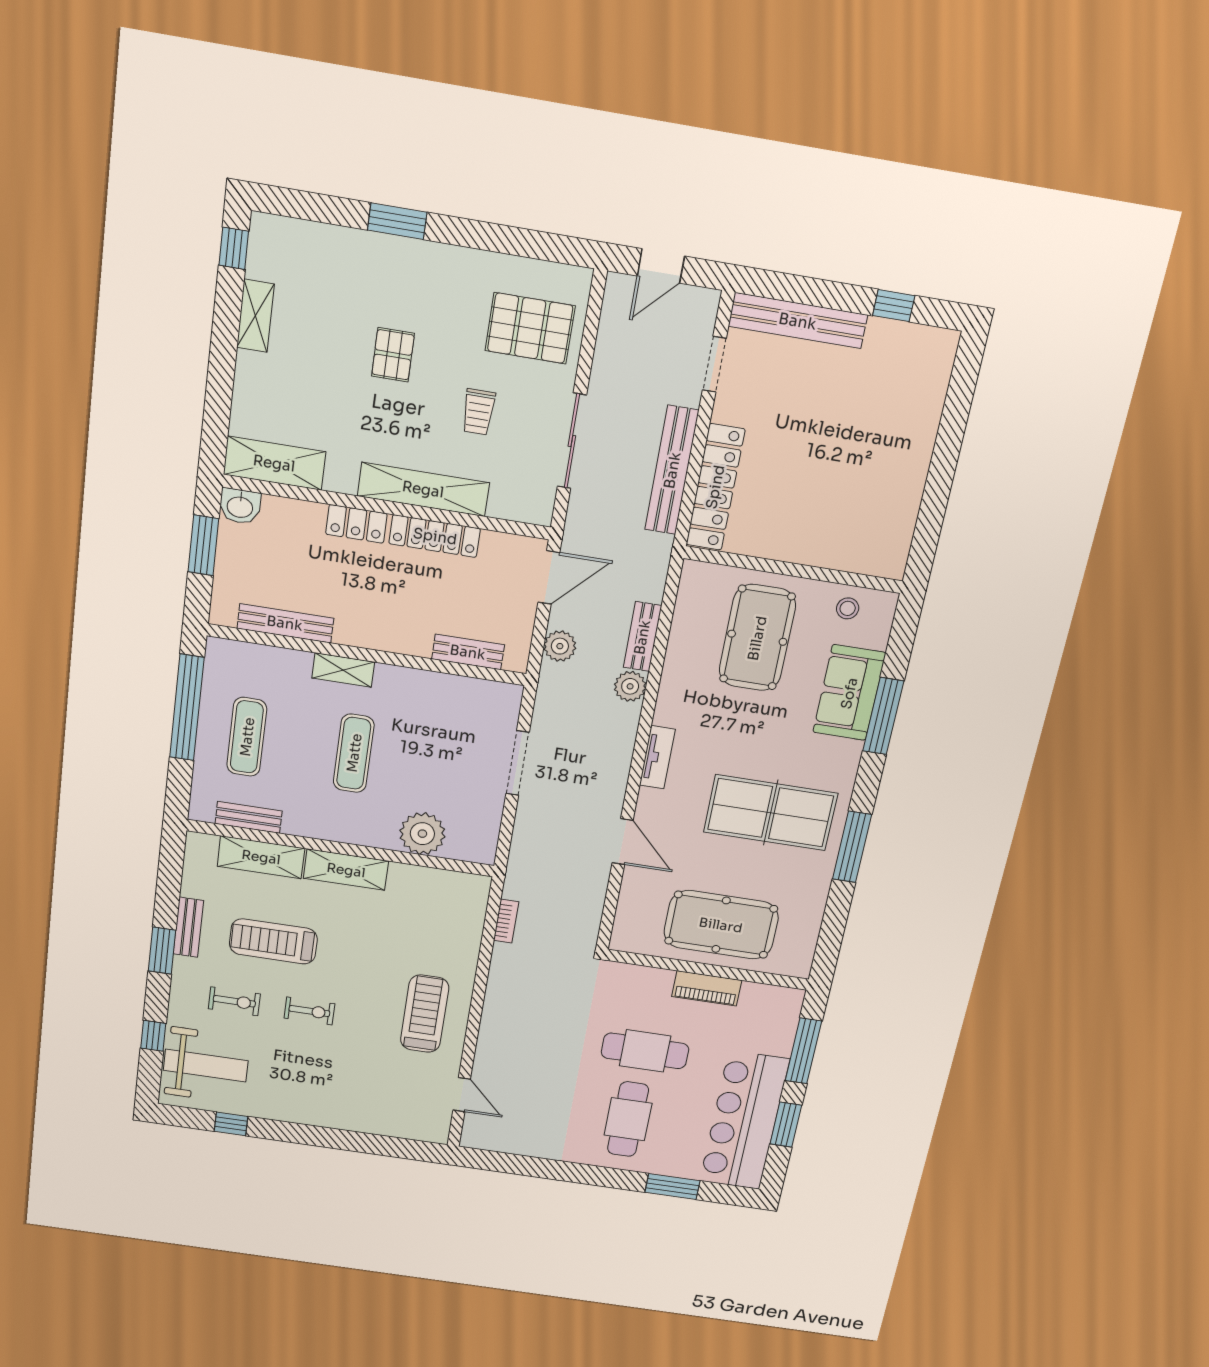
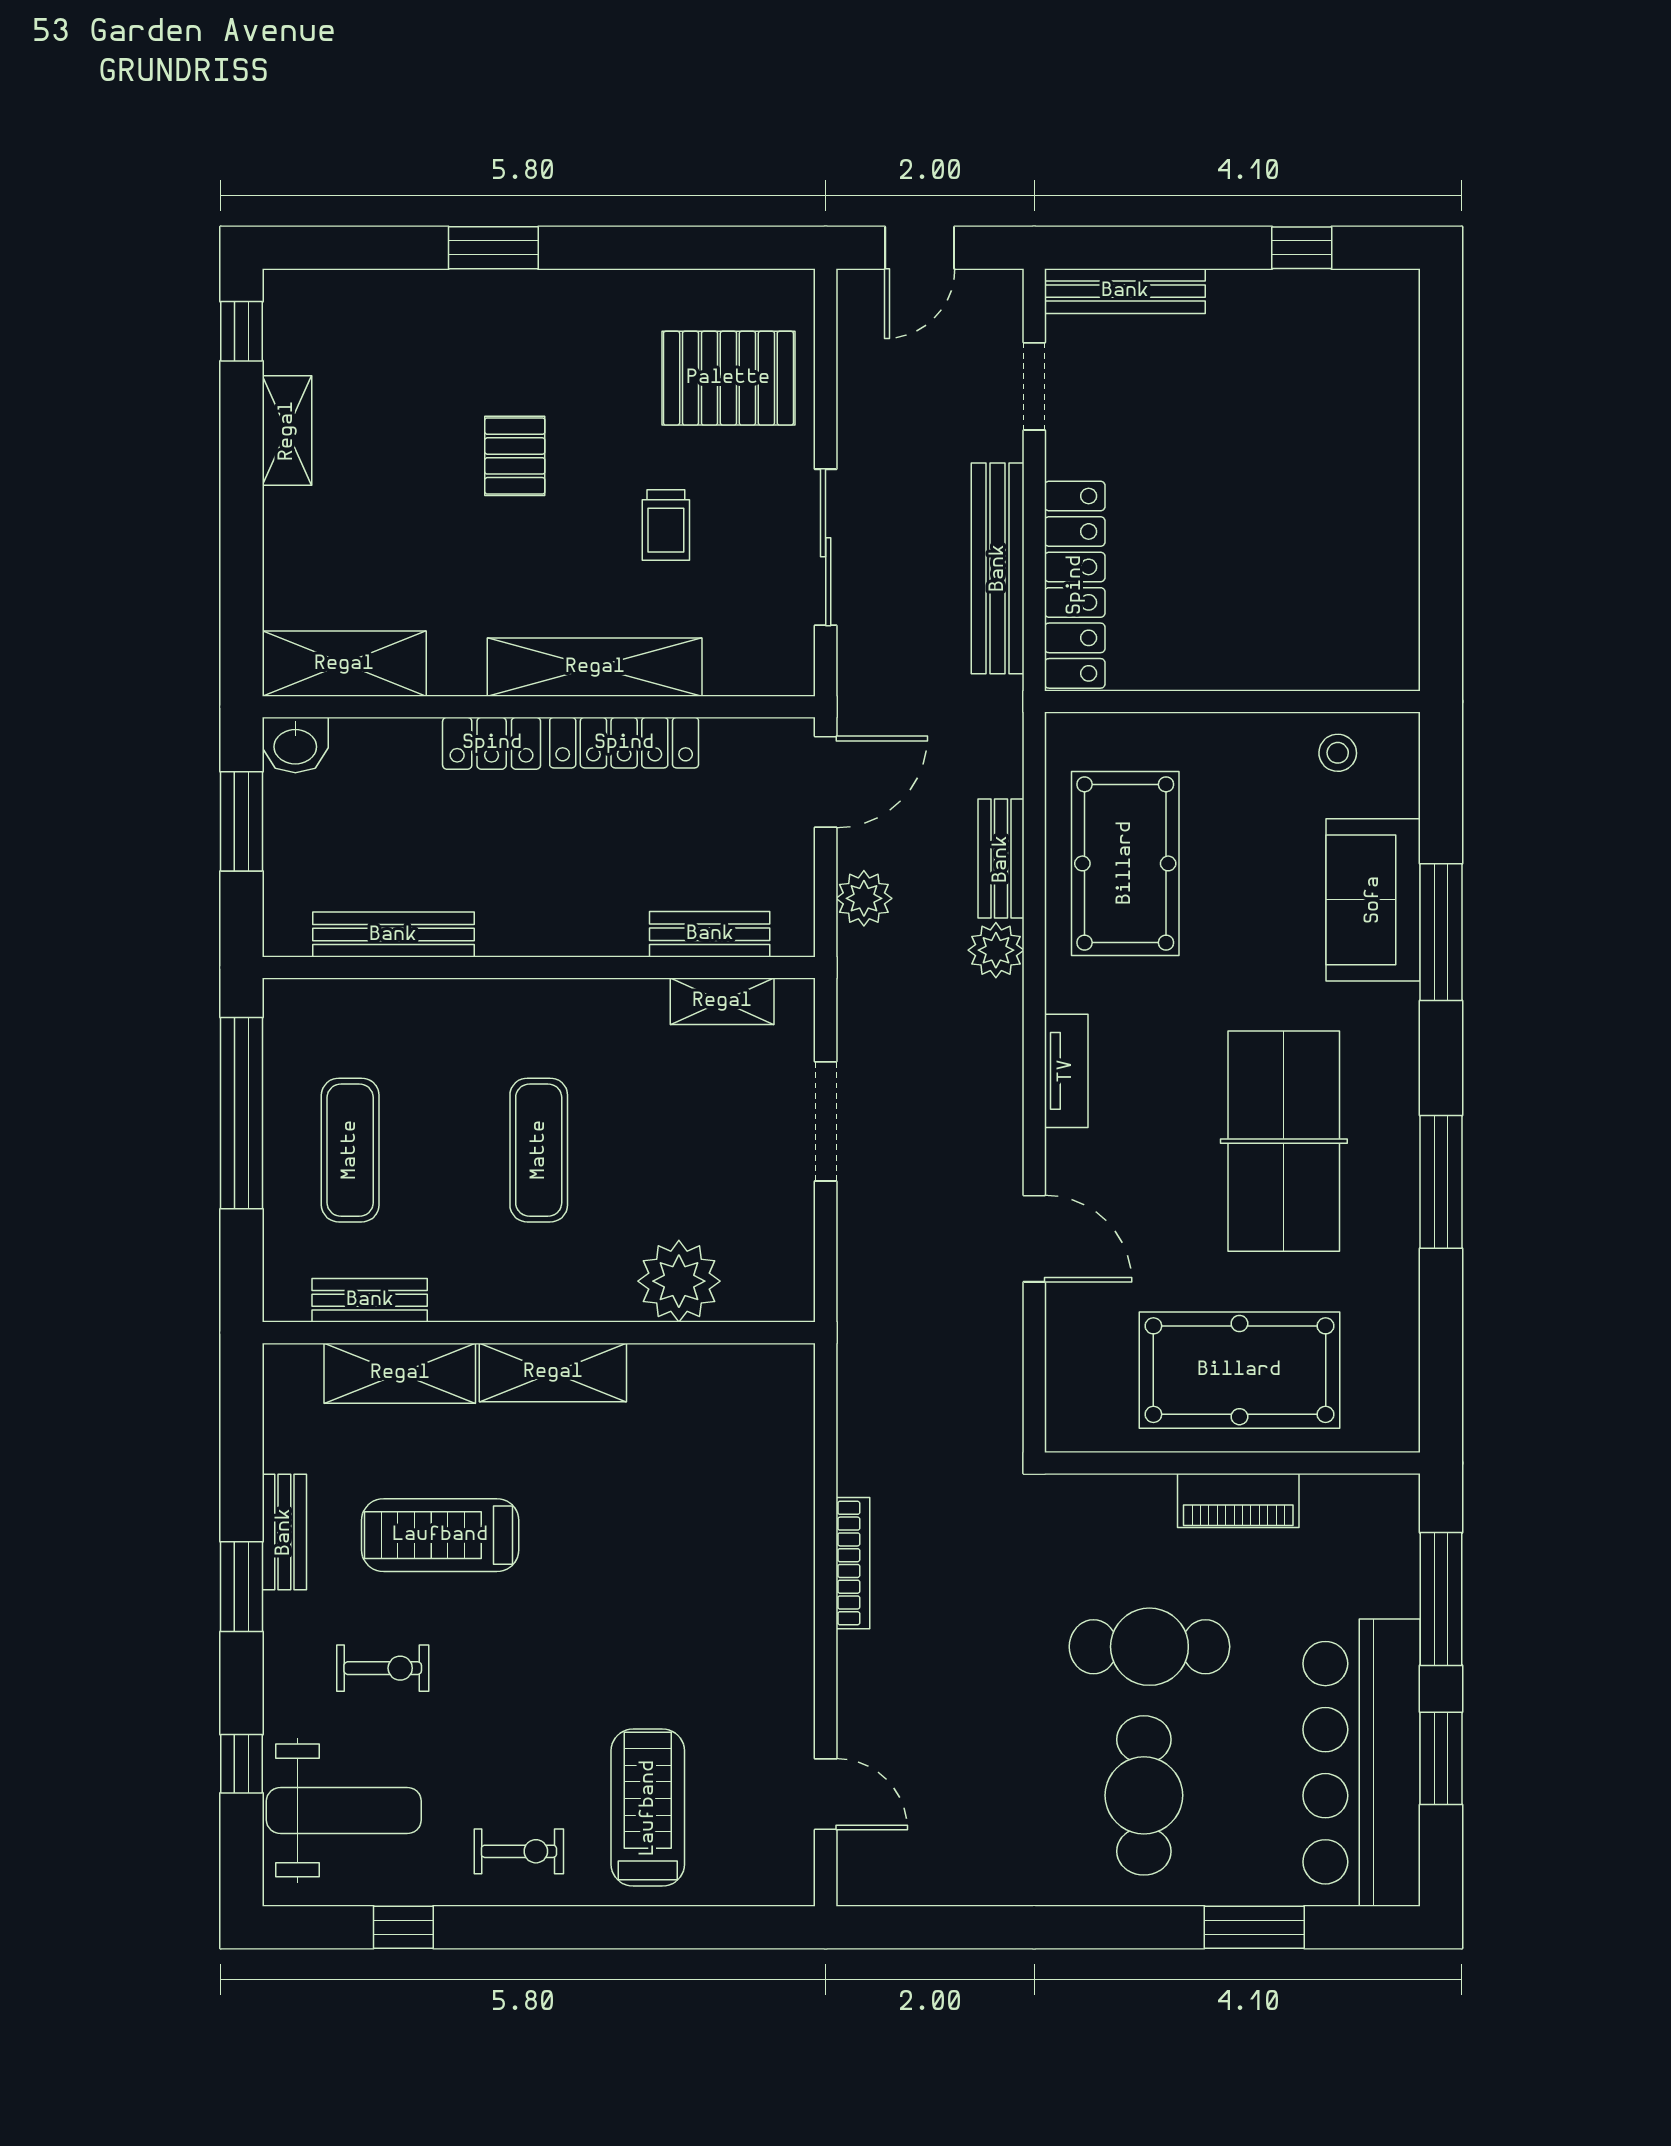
bench: (798, 321) -> (1125, 291), width x0.73, depth x0.82
pool table: (757, 638) -> (1125, 863), moved
shelving: (343, 670) -> (722, 1001), moved
table tennis table: (771, 813) -> (1284, 1141), turned 90
bookcase: (506, 921) -> (853, 1563), moved, width x1.56
exercise bike: (309, 1011) -> (519, 1851), moved
treadmill: (425, 1014) -> (648, 1808), moved

